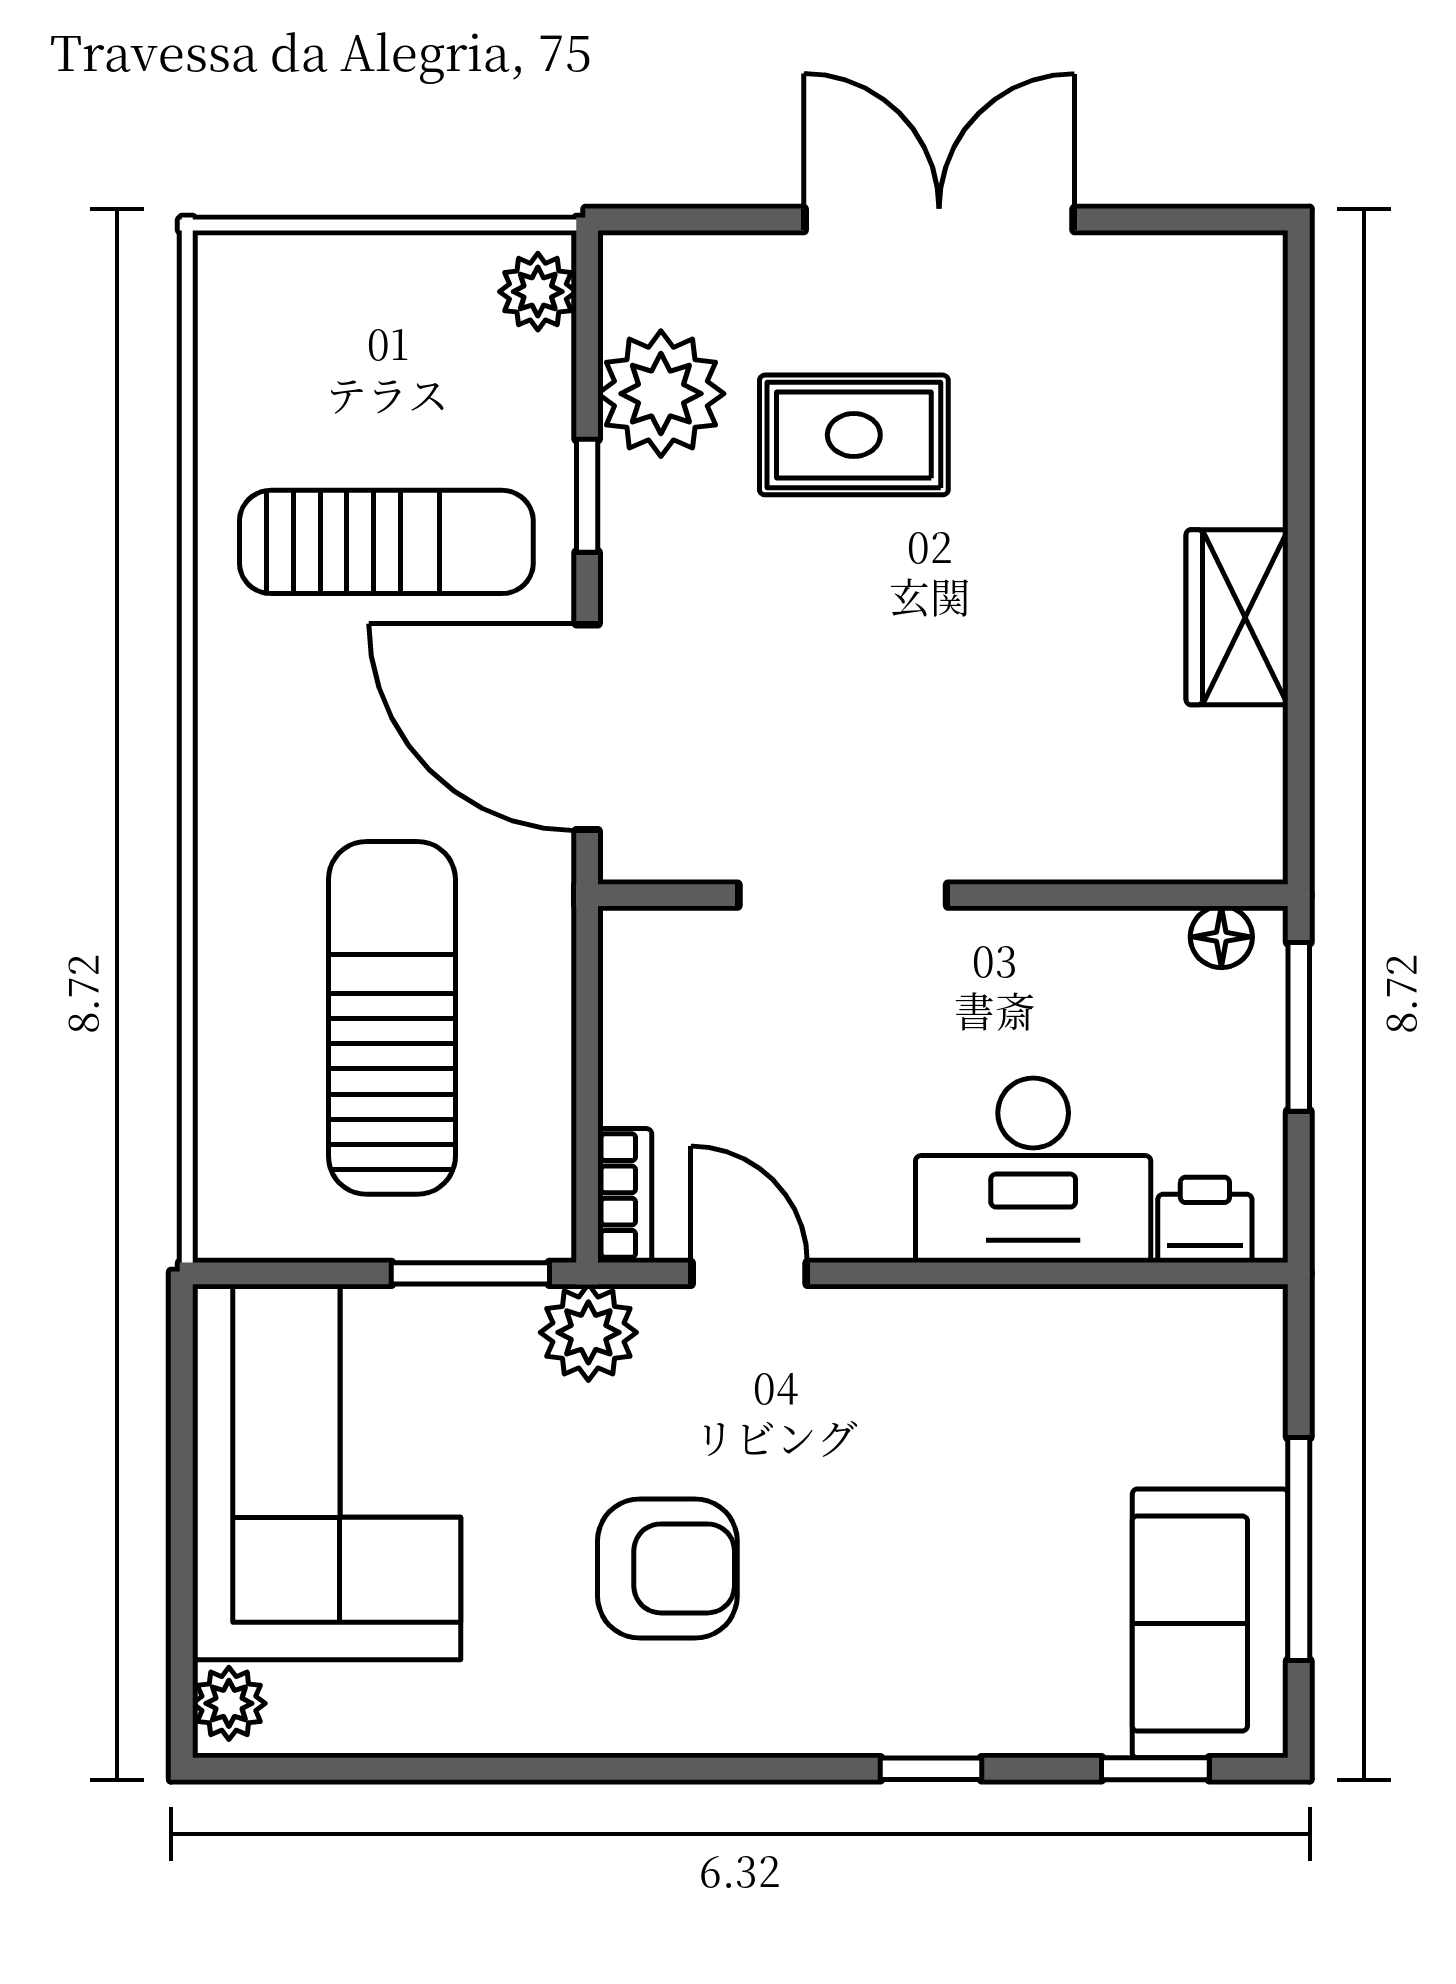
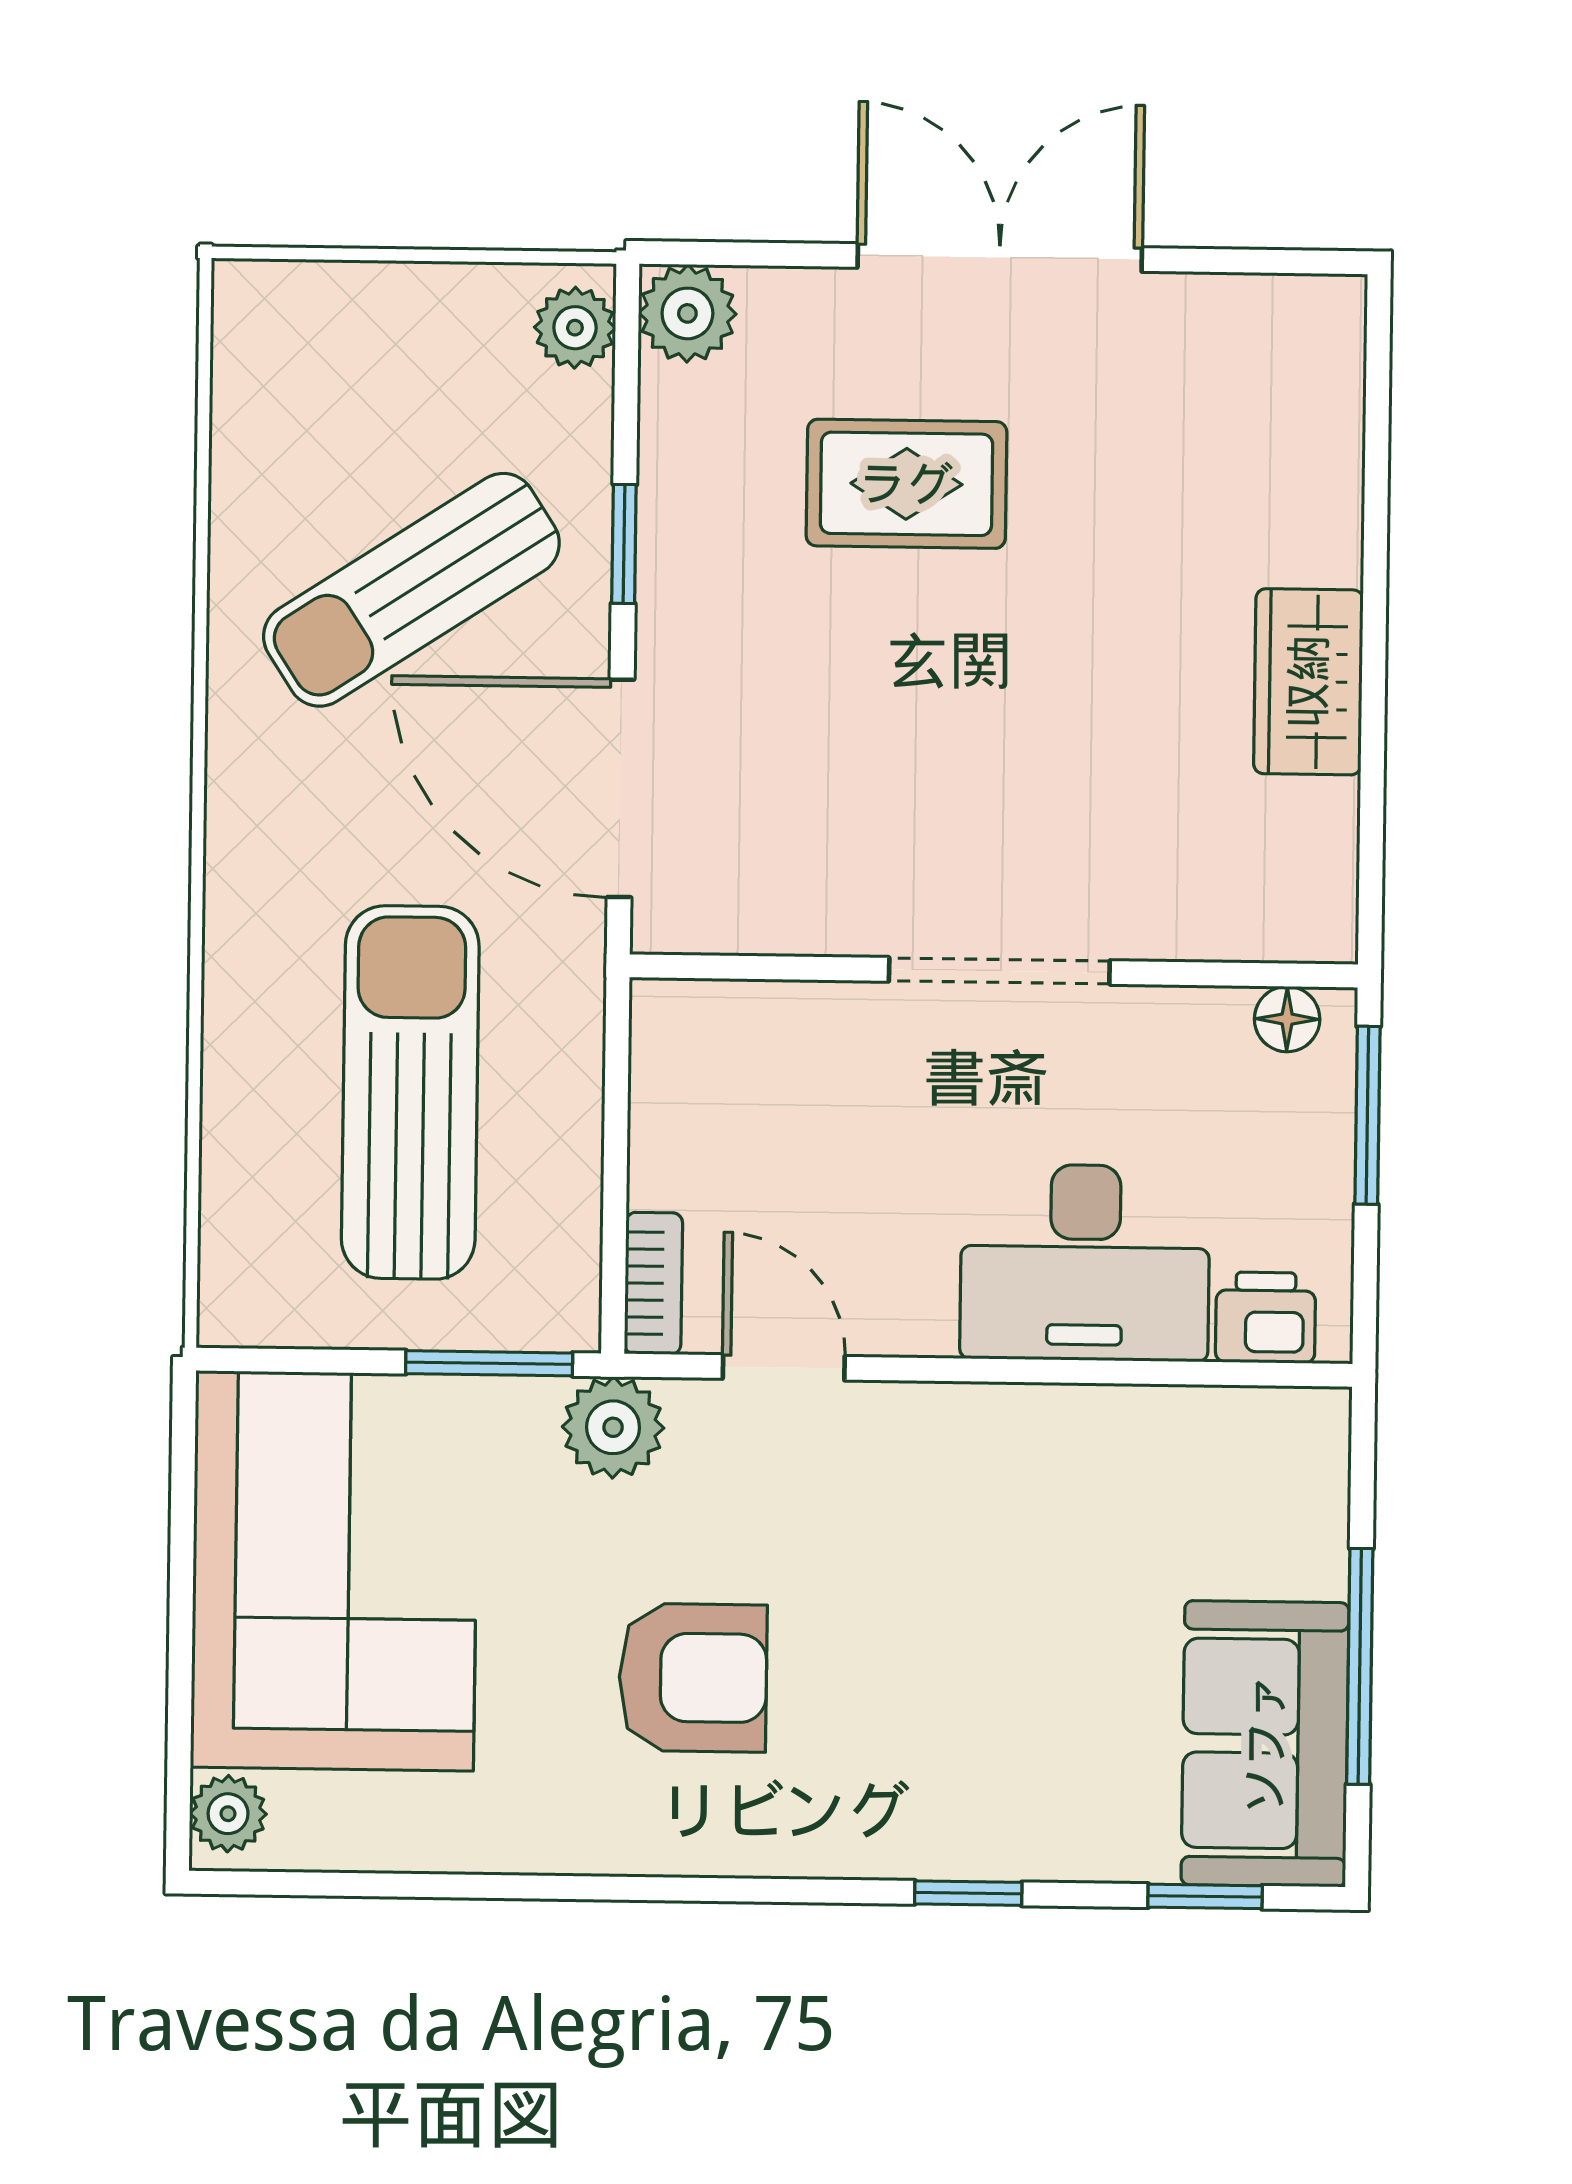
plant: (661, 394) -> (687, 313), moved, width x0.73, depth x0.73
sun lounger: (386, 542) -> (411, 590), turned 147
doorway: (843, 895) -> (999, 971), moved

